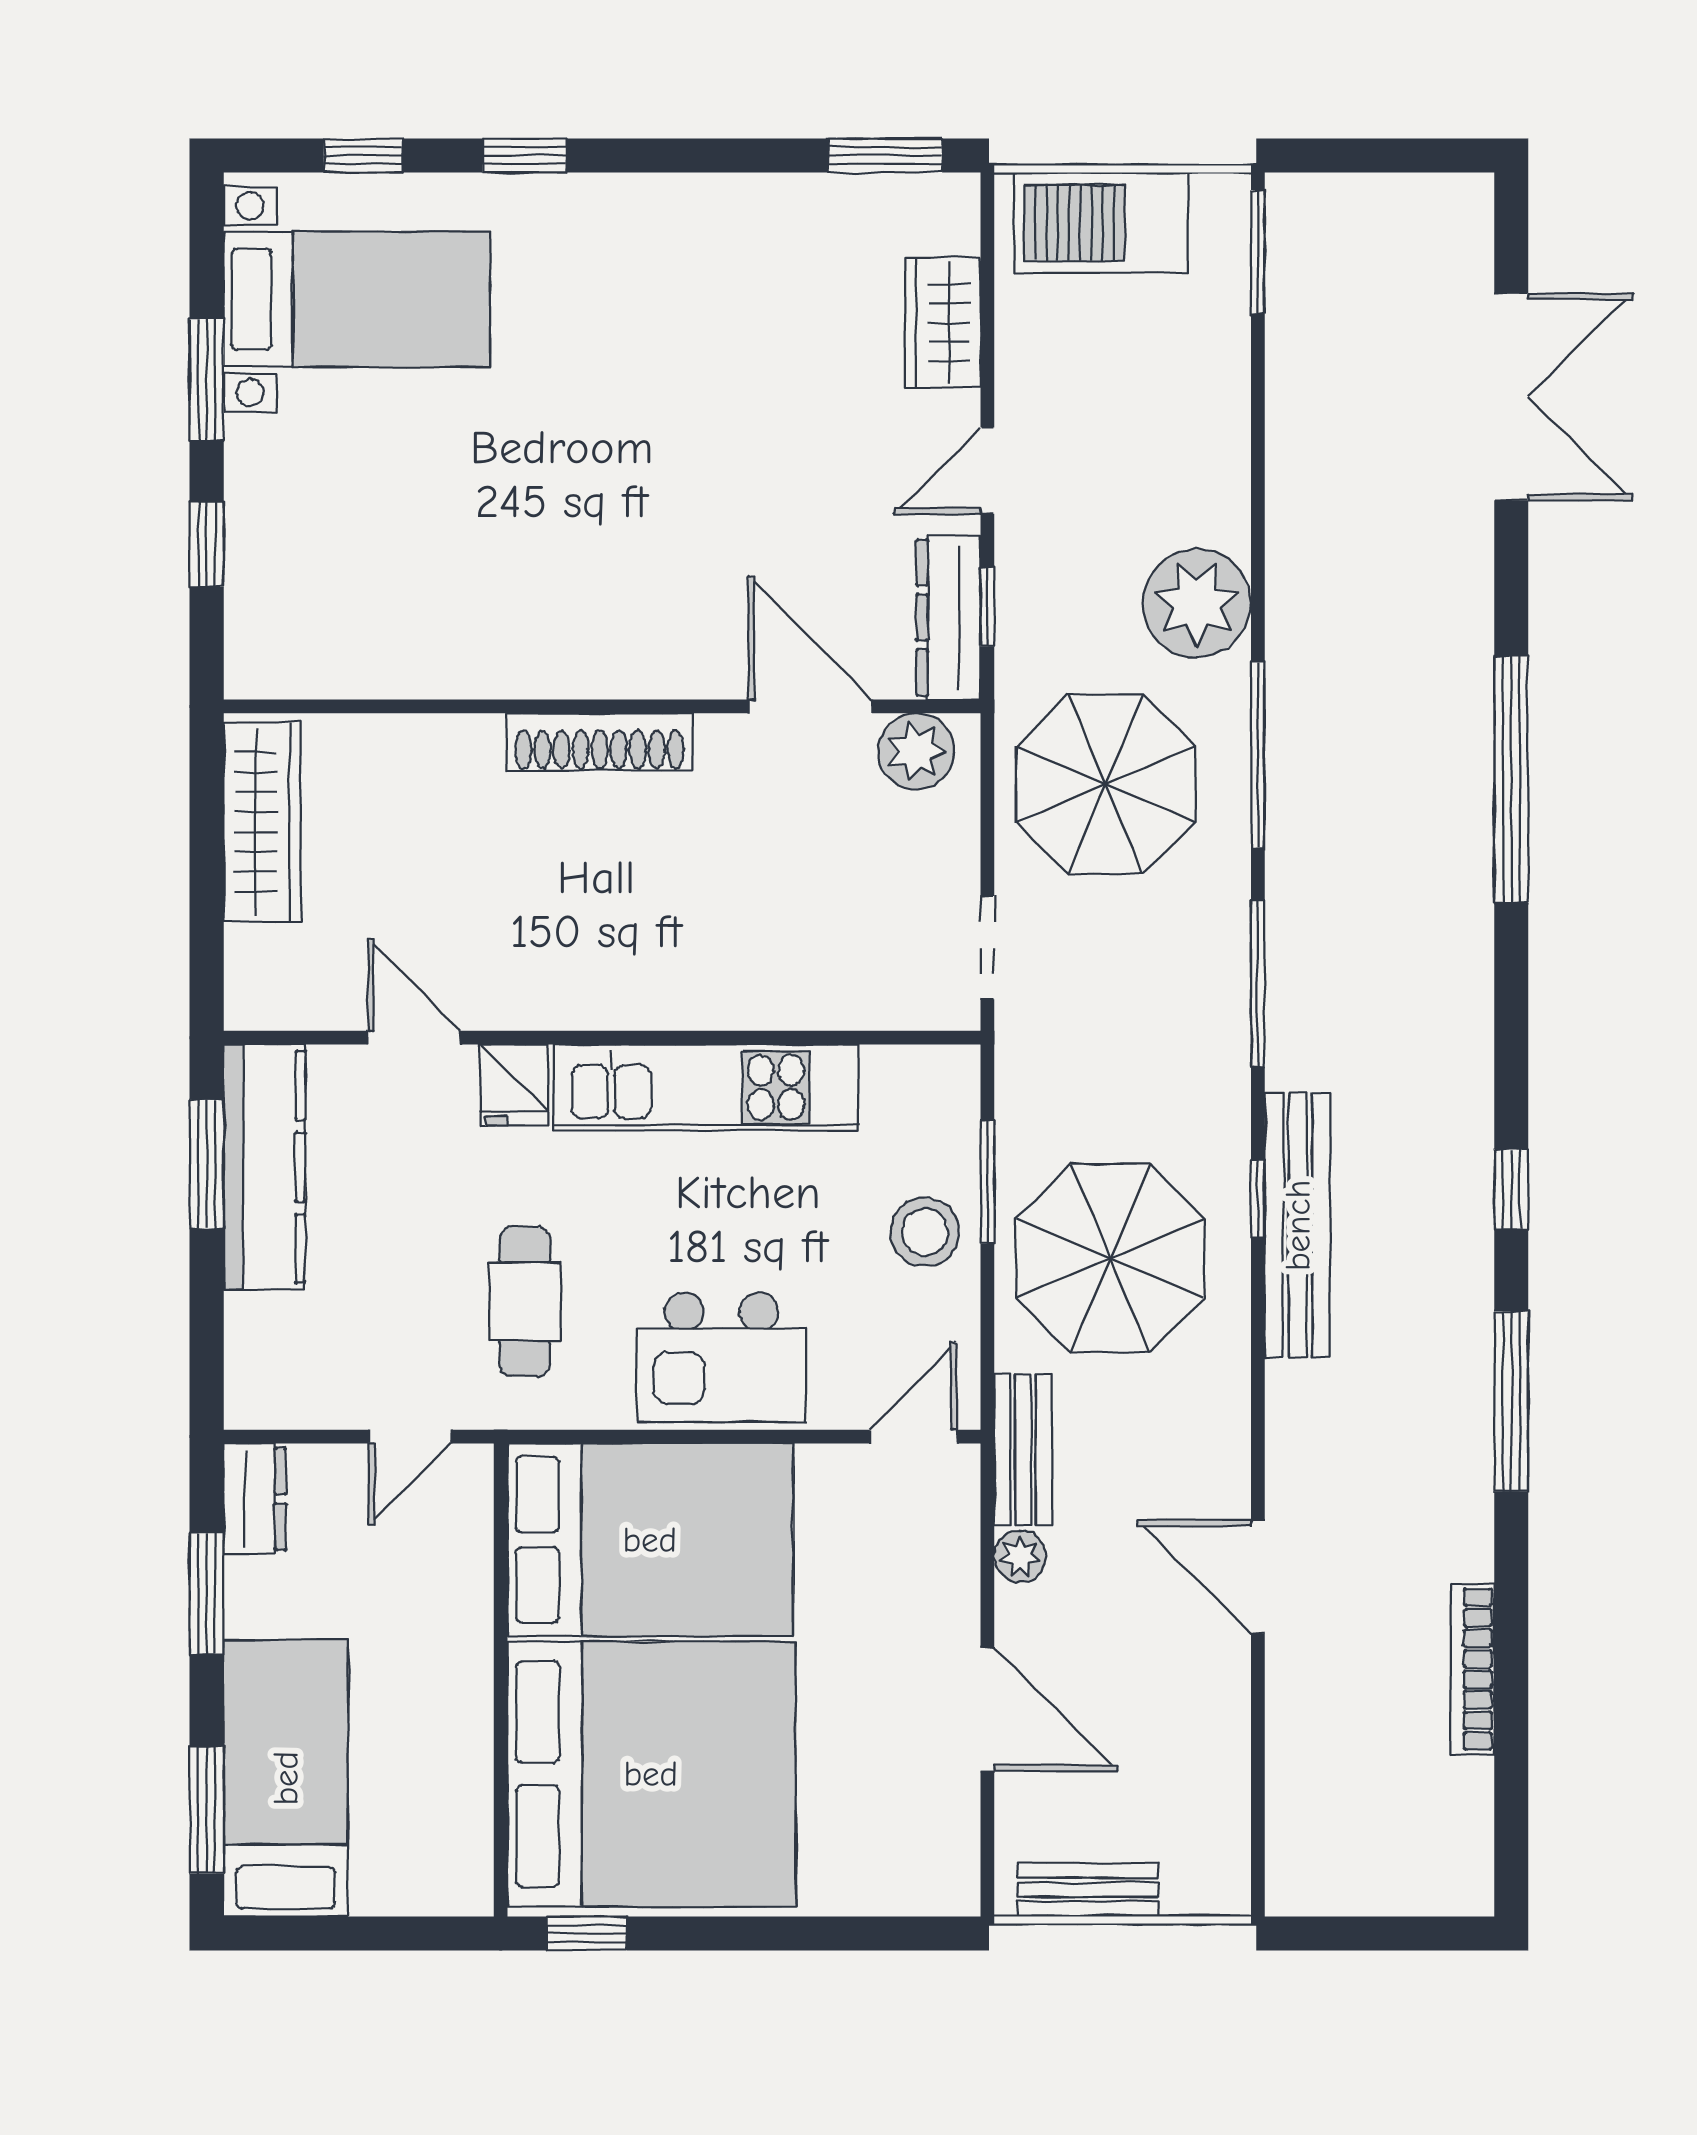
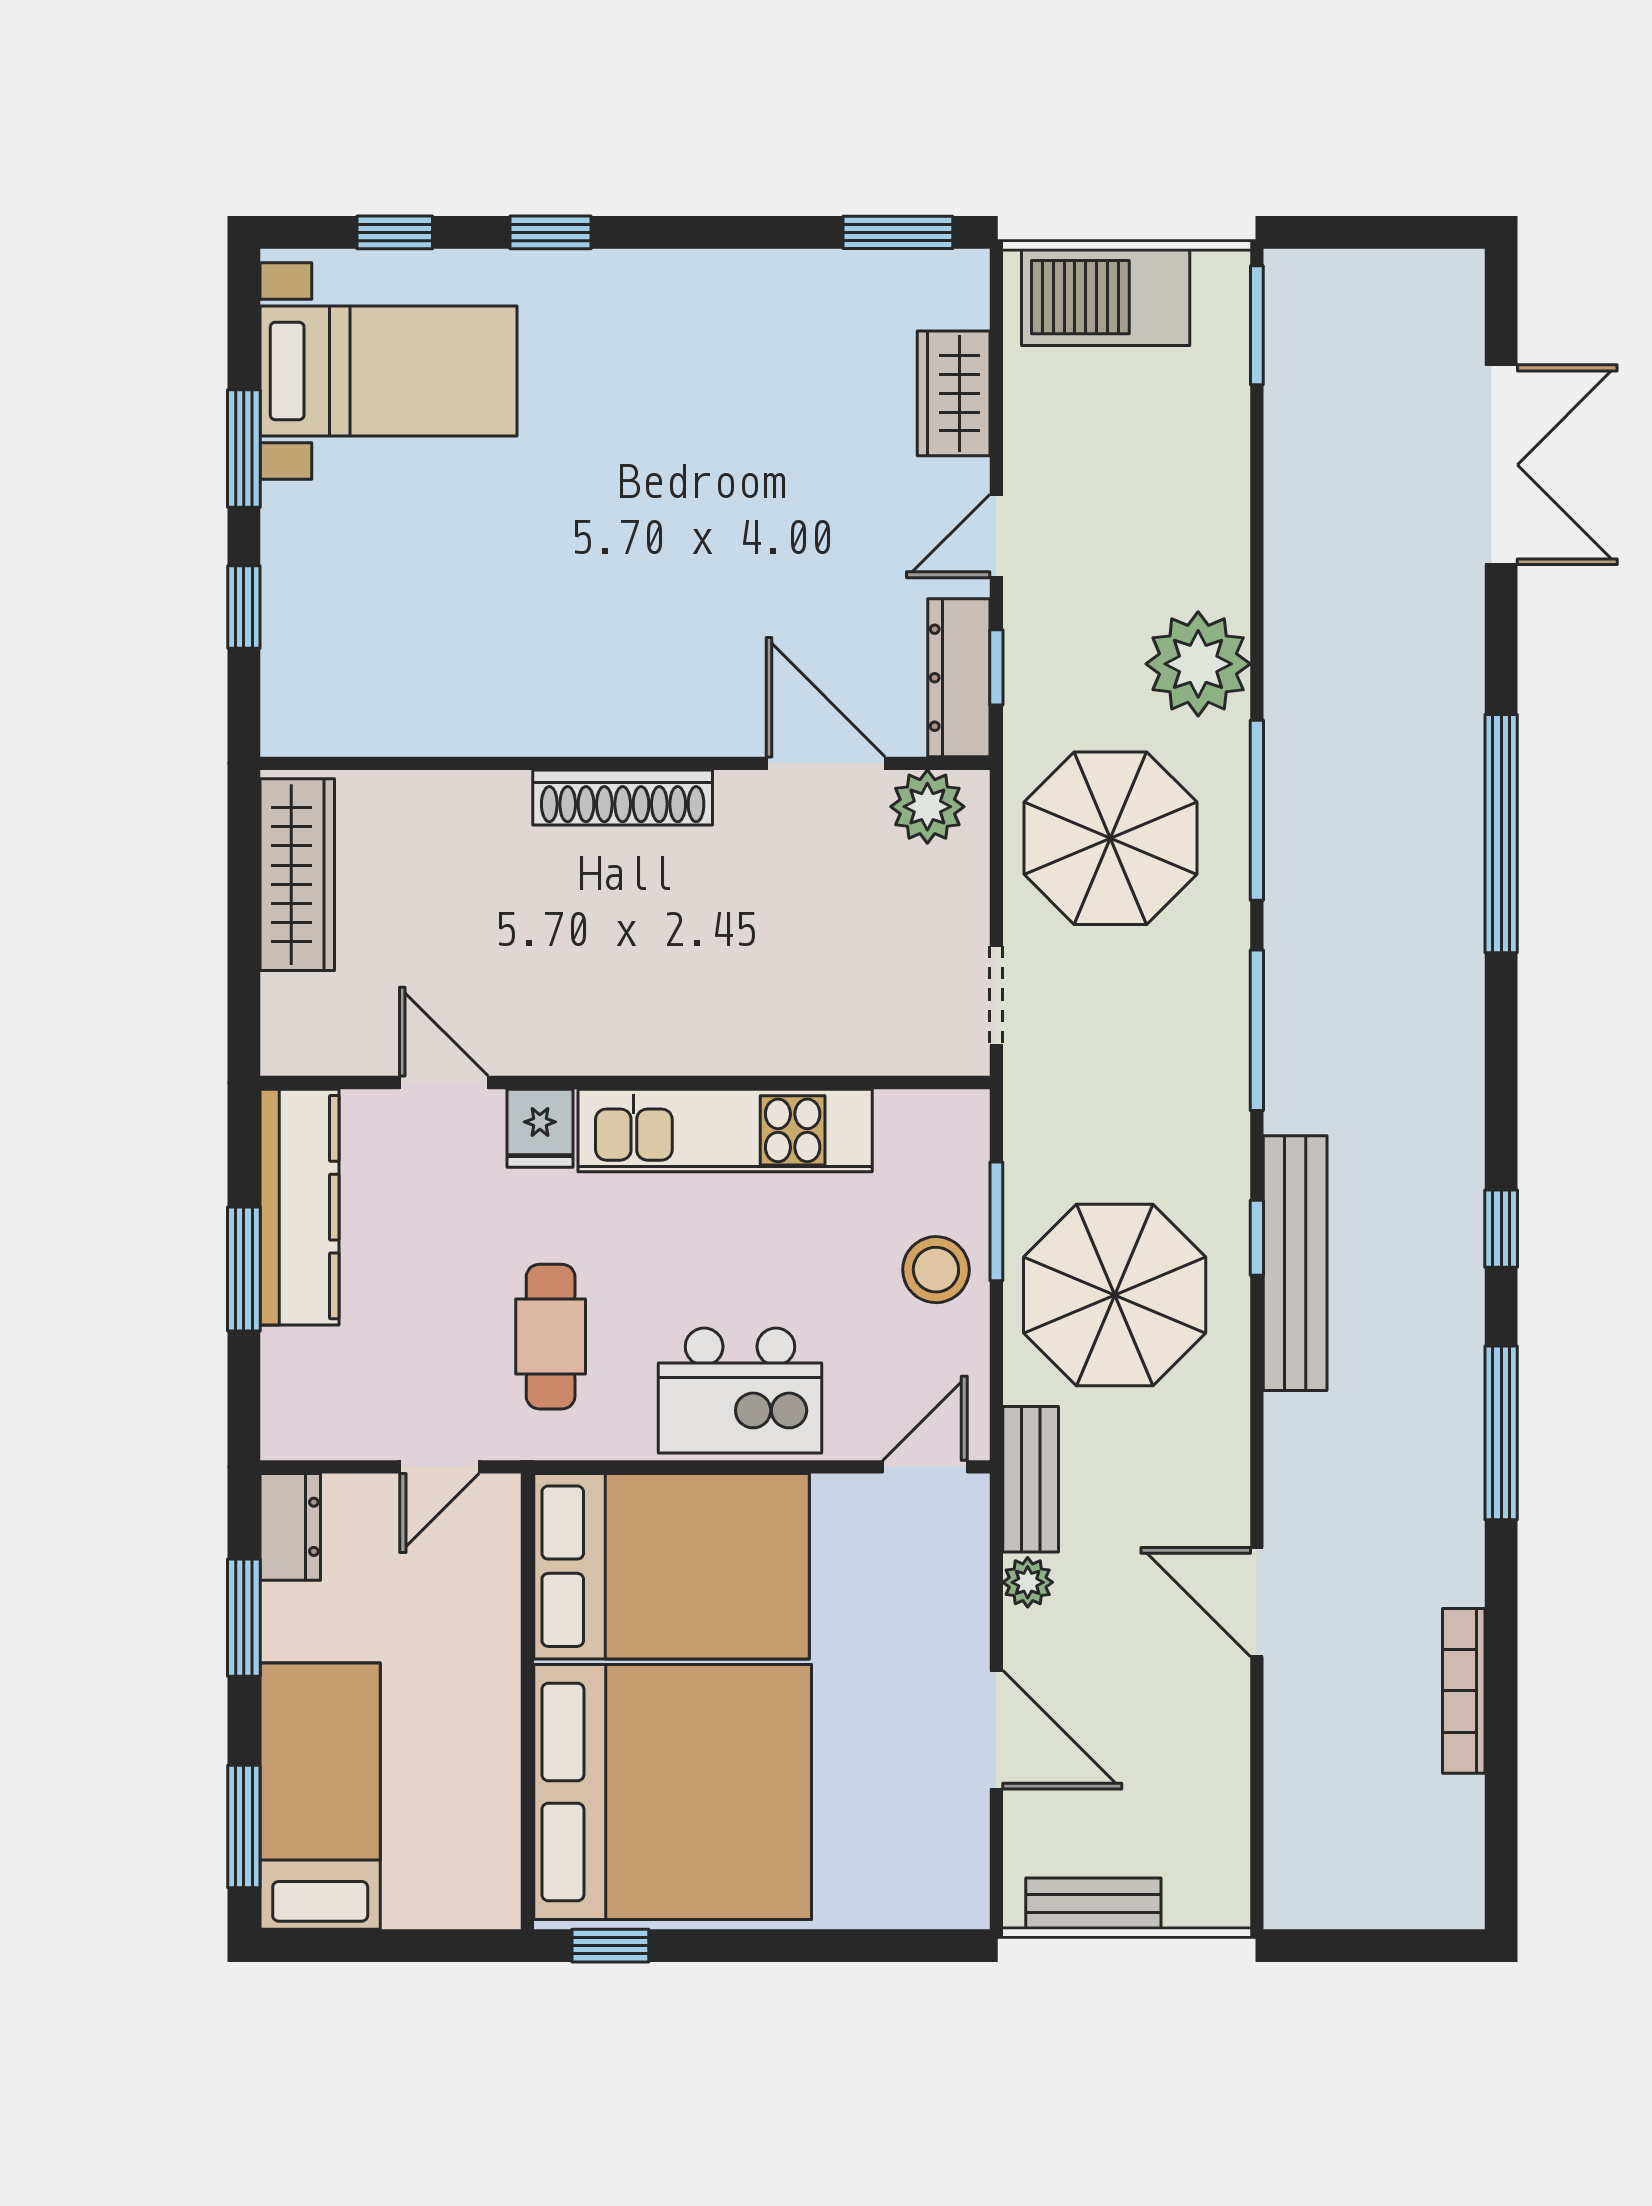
window: (207, 1164) -> (244, 1269), moved

